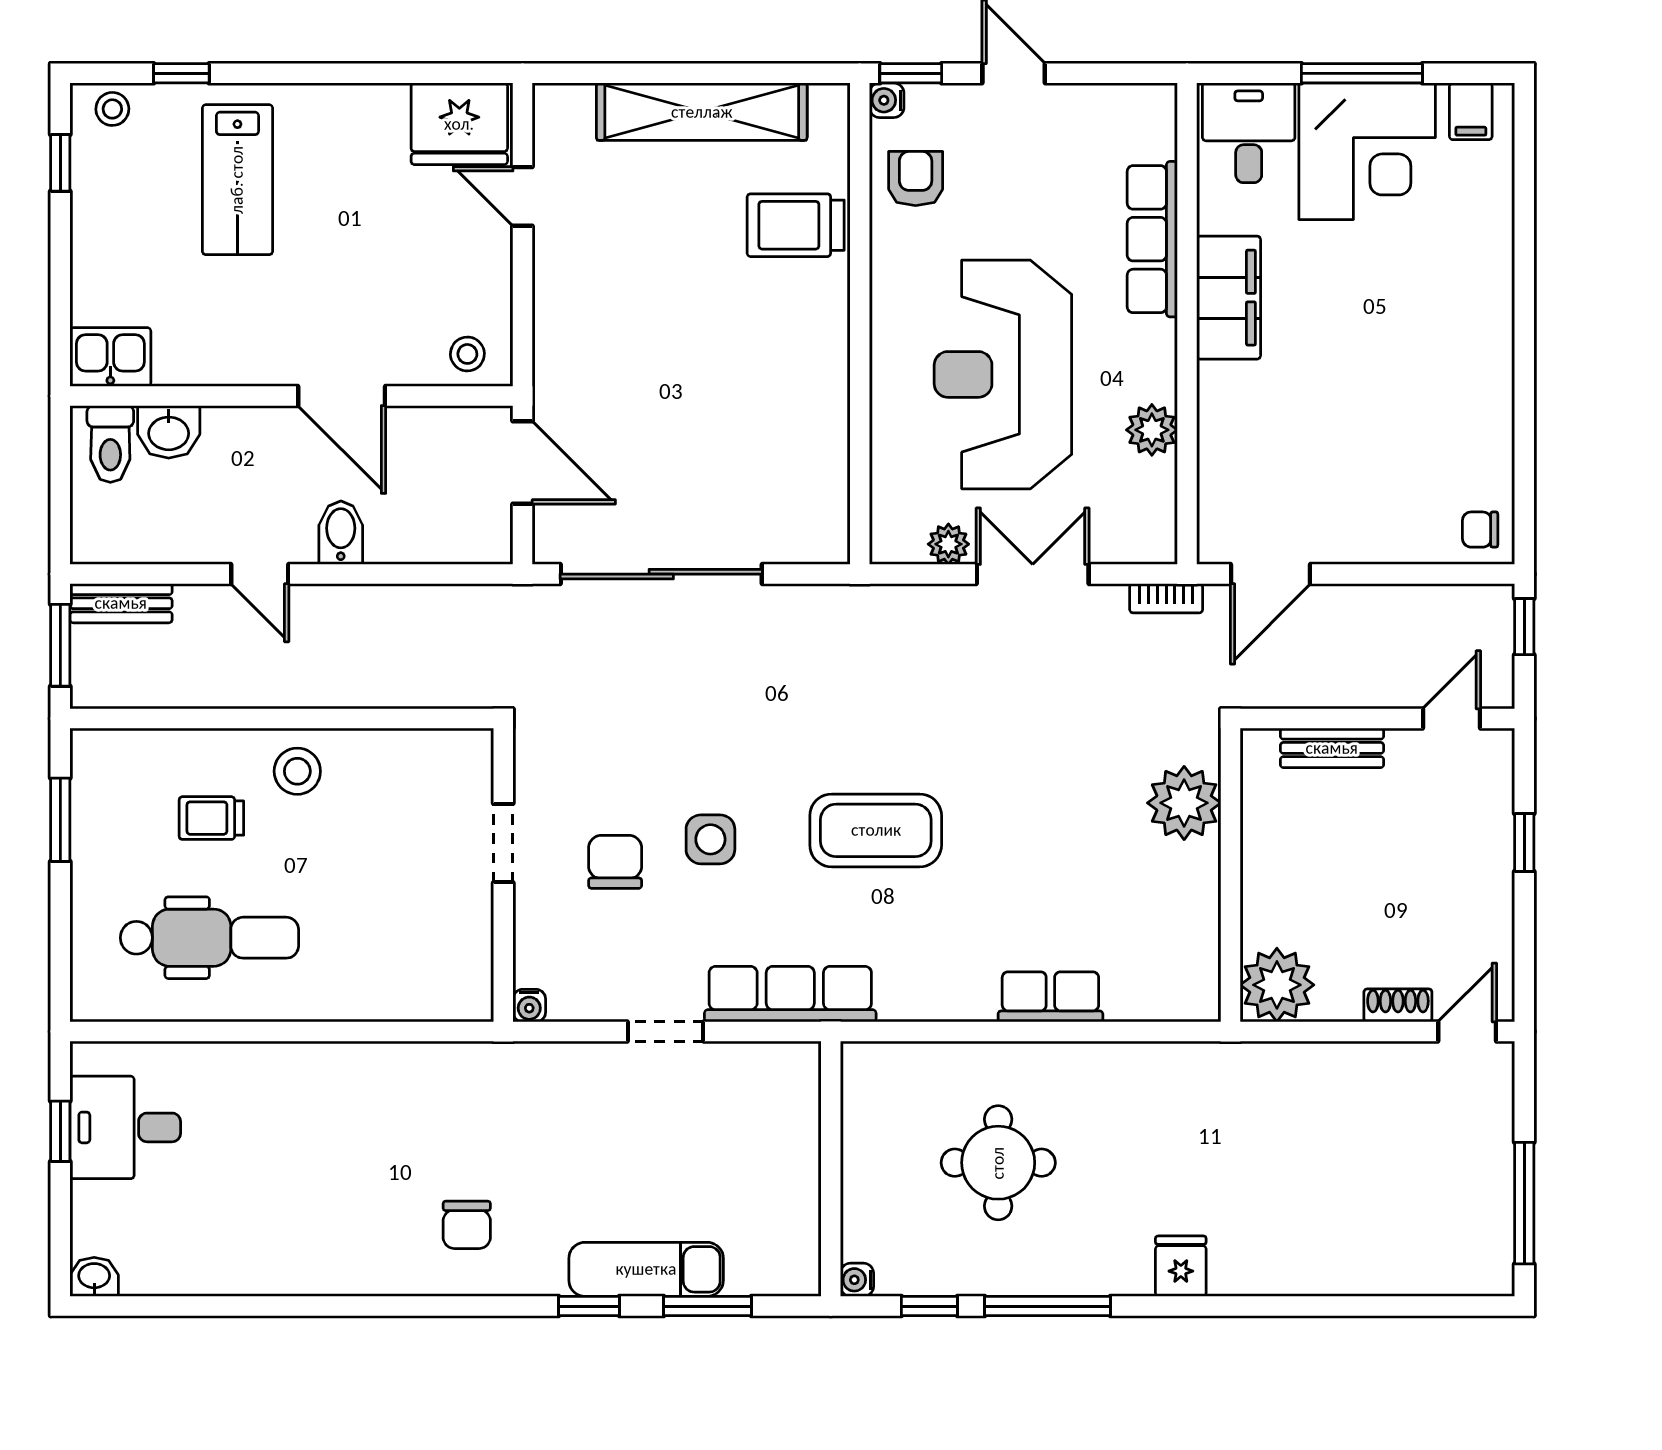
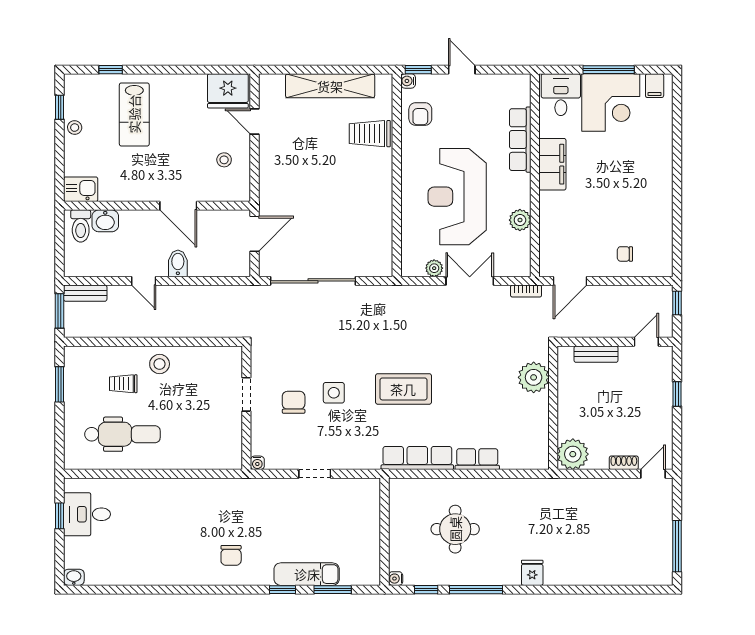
stool: (112, 109) -> (75, 128), moved
armchair: (916, 179) -> (420, 114), turned 180
stool: (467, 354) -> (224, 160), moved
door: (523, 462) -> (255, 234), hinge flipped
chair: (1480, 530) -> (625, 254), moved
row of seats: (790, 994) -> (417, 458), moved

